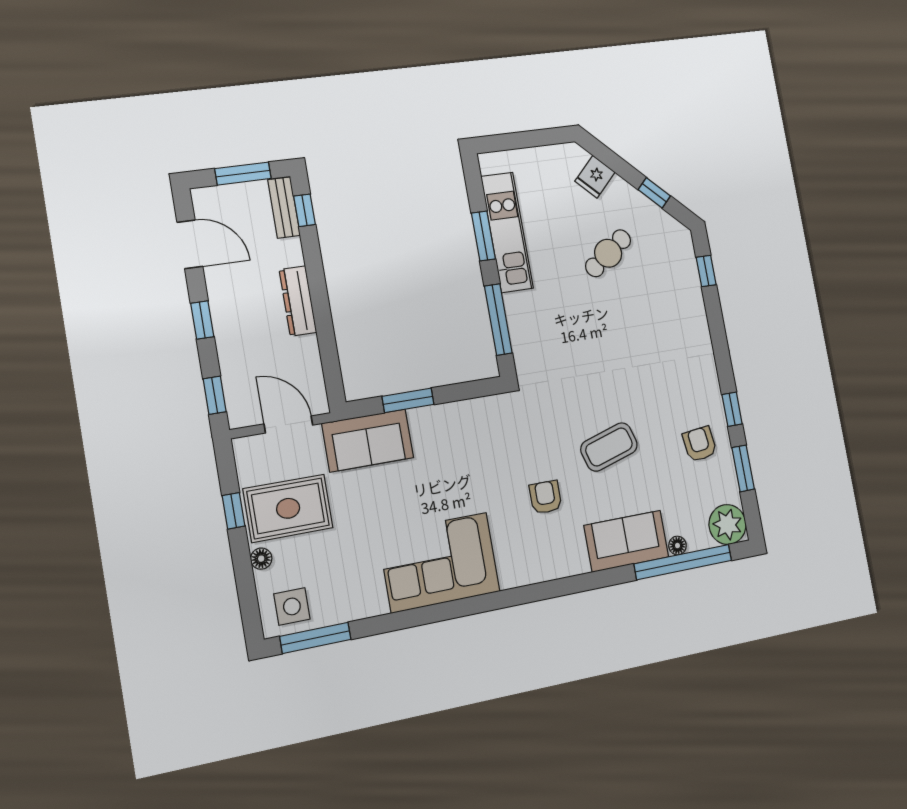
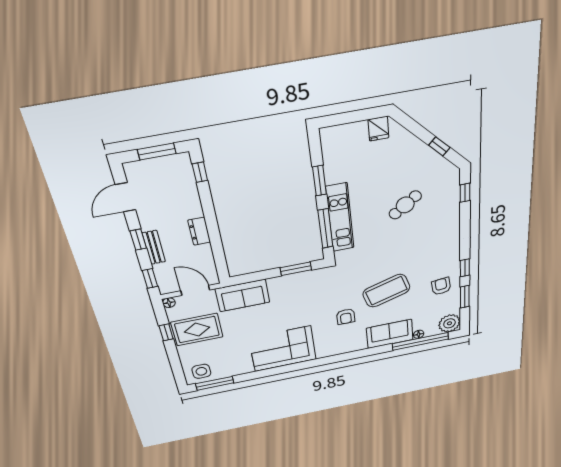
fridge: (595, 177) -> (378, 129), moved, turned -45
bench: (284, 208) -> (154, 247), moved
kitchen unit: (507, 232) -> (340, 218), moved
door: (190, 244) -> (125, 197), swing flipped
cafe table: (608, 253) -> (405, 205), moved
dresser: (298, 301) -> (199, 231), width x0.70
window: (408, 400) -> (296, 269), moved
coffee table: (609, 447) -> (386, 291), width x1.36, depth x1.32
armchair: (546, 497) -> (346, 317), turned 180
floor lamp: (261, 559) -> (169, 303), moved

